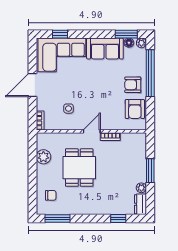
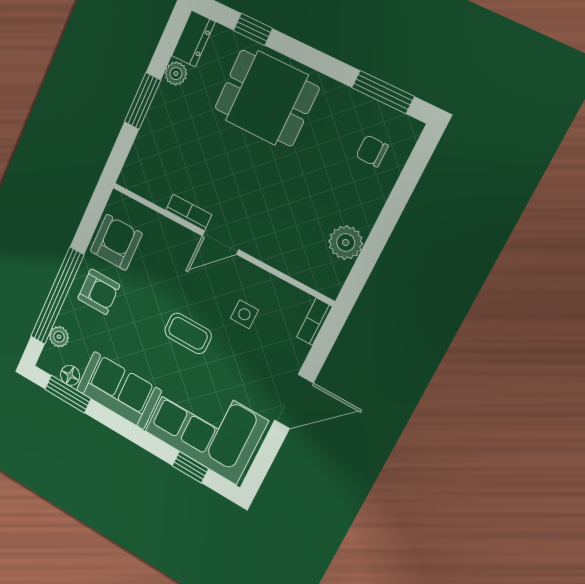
plant: (141, 43) -> (59, 337), moved
coffee table: (87, 88) -> (188, 333), added
dining table: (79, 168) -> (267, 98), moved, turned 90

